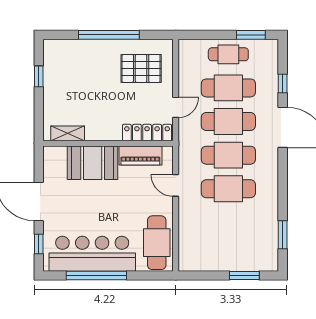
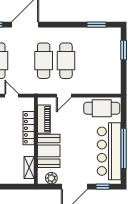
cafe table: (228, 122) -> (21, 61), removed
locker: (147, 133) -> (29, 128), moved
plant: (52, 167) -> (51, 178), added

